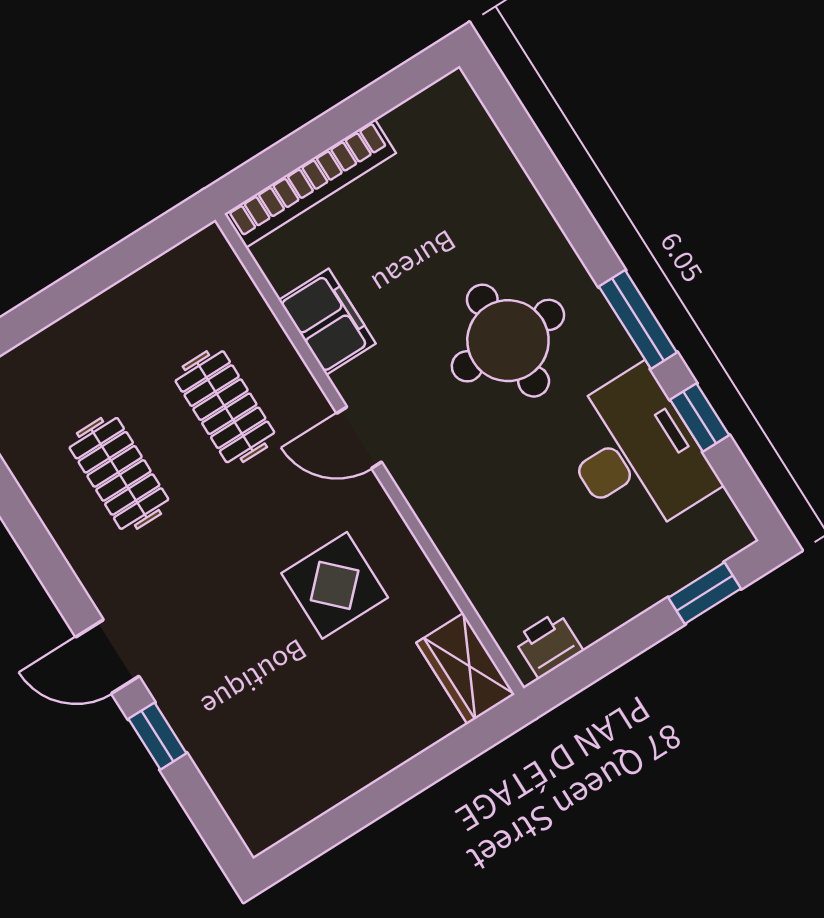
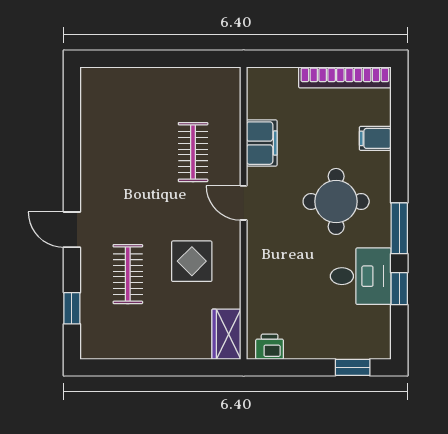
bookcase: (310, 183) -> (345, 77), moved
filing cabinet: (507, 198) -> (375, 138), added
desk: (635, 454) -> (361, 276), width x0.73
clothes rail: (119, 473) -> (128, 274), moved
window: (157, 736) -> (72, 308), moved

